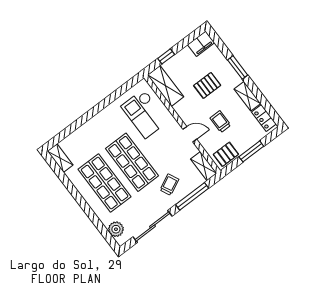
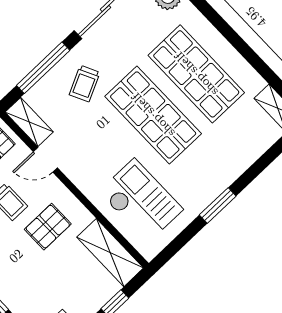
pallet: (207, 85) -> (48, 227), moved
window: (101, 106) -> (218, 205), added
door: (190, 134) -> (45, 160), moved

